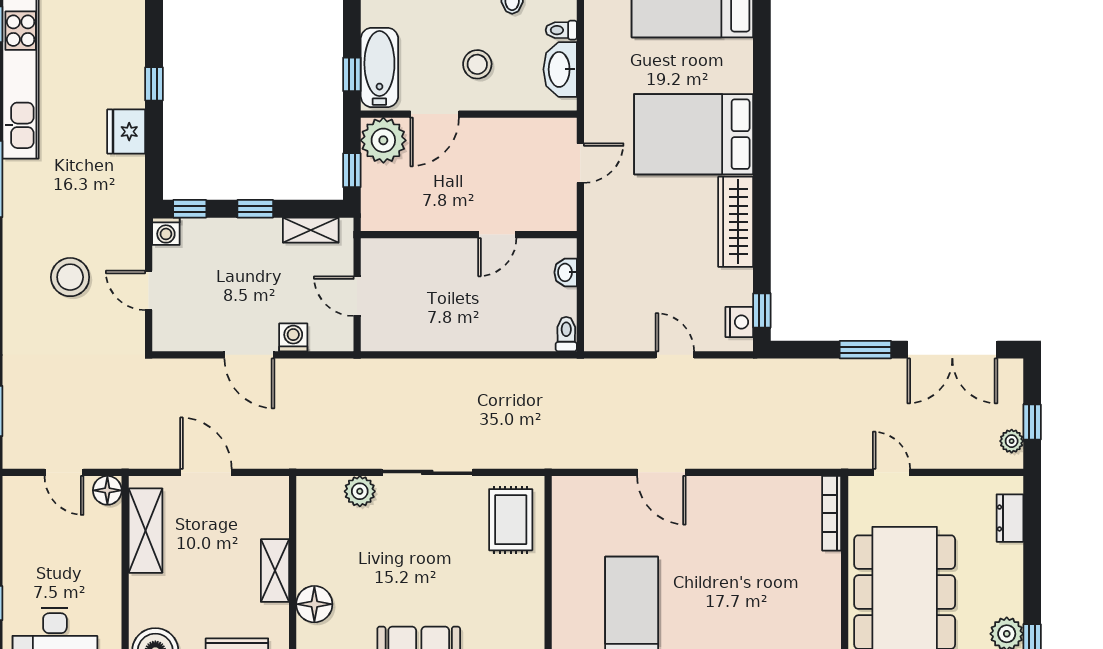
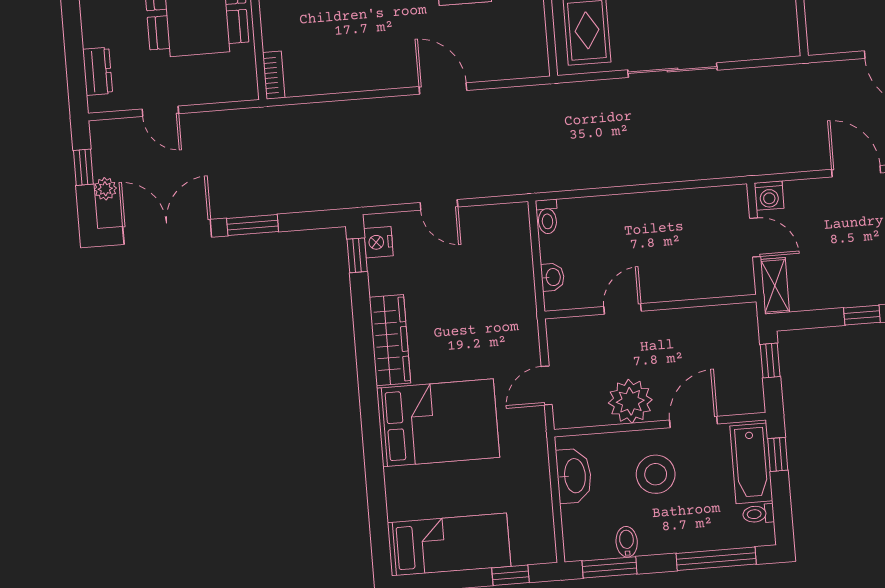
toilet: (561, 30) -> (758, 514), moved, turned 180
stool: (477, 64) -> (656, 474), width x1.38, depth x1.38
plant: (383, 140) -> (630, 401), moved
shelving: (311, 230) -> (775, 286), moved, turned 90
washing machine: (293, 337) -> (769, 196), moved
plant: (1012, 441) -> (105, 189), moved
door: (891, 472) -> (160, 111), moved
plant: (360, 491) -> (737, 46), removed
bookcase: (832, 513) -> (274, 75), width x0.64

